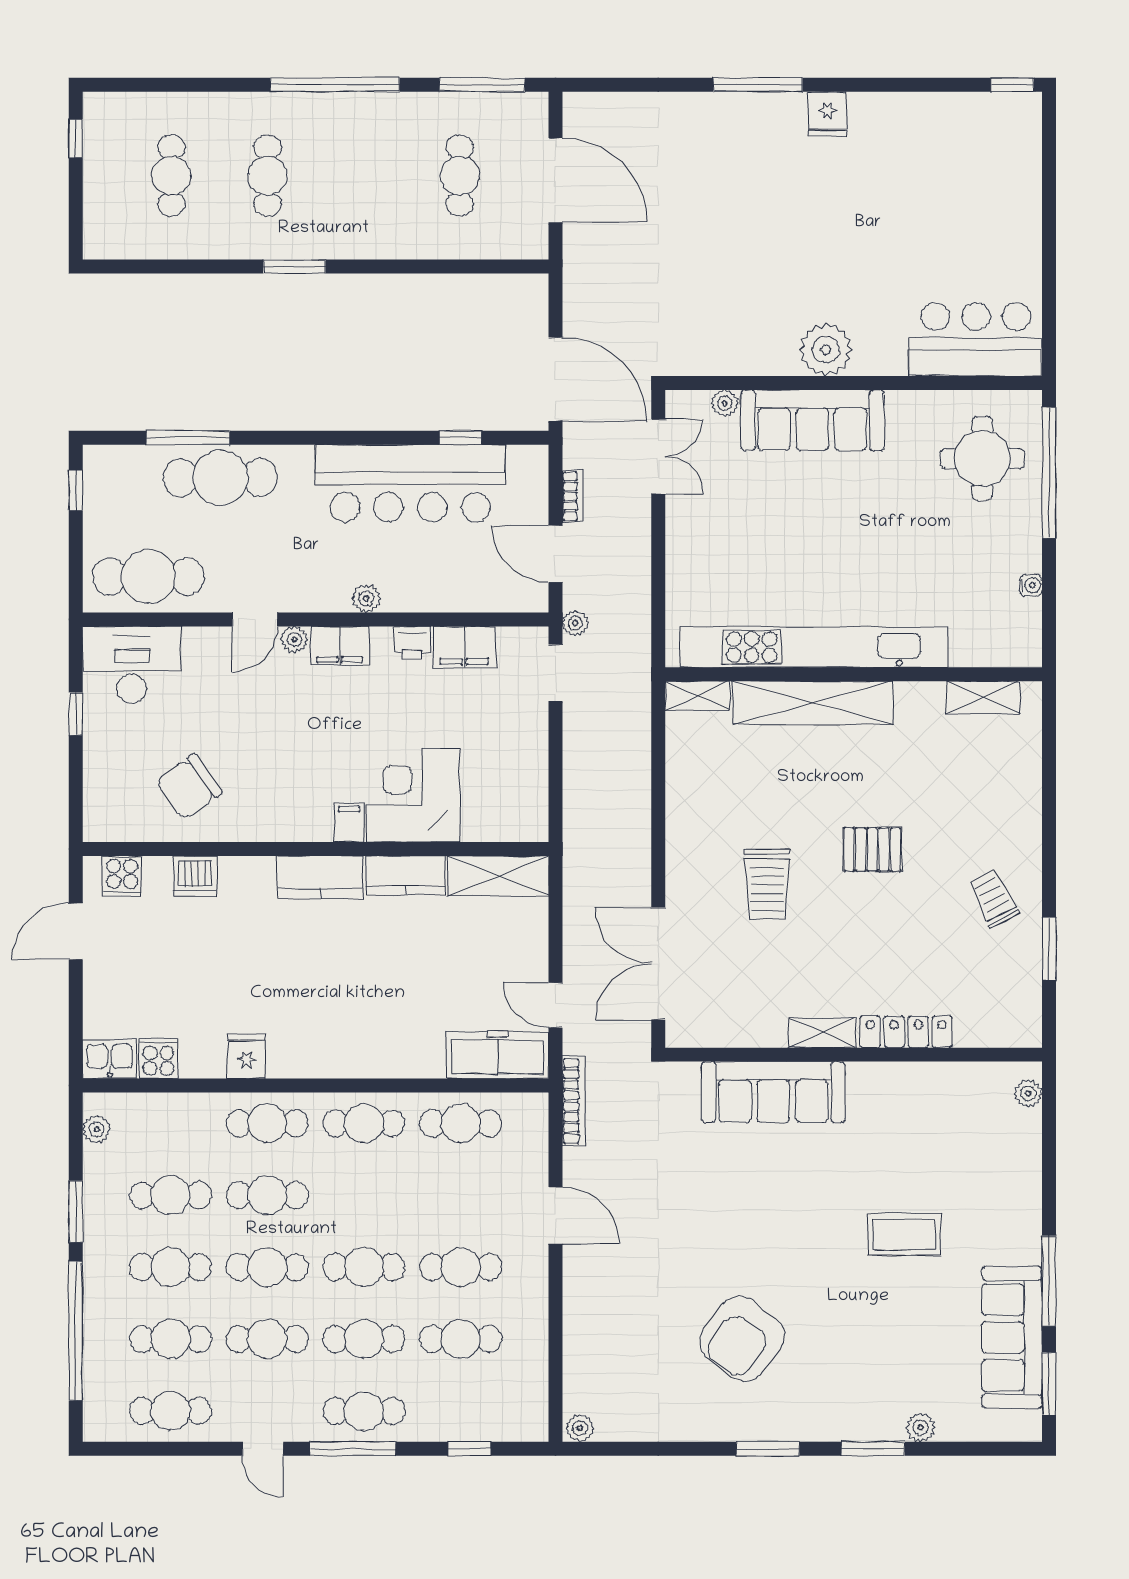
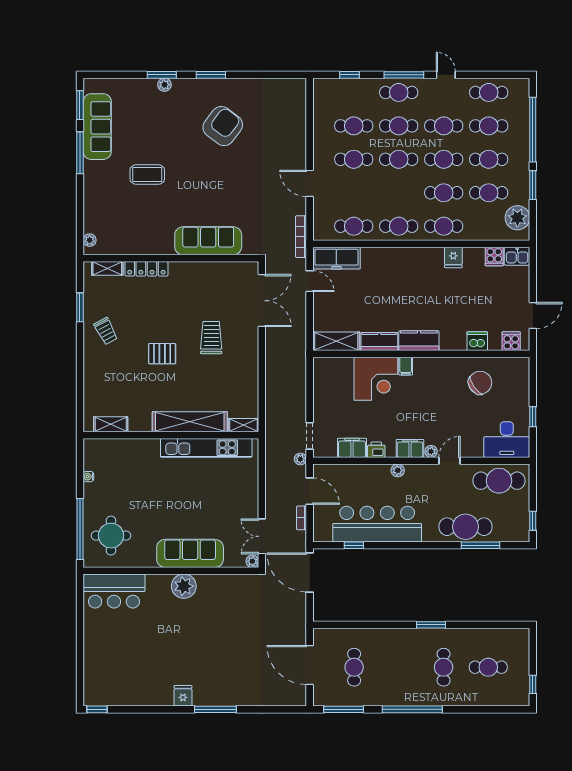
cafe table: (171, 176) -> (488, 667), turned 90
plant: (725, 403) -> (252, 561), moved
kitchen unit: (813, 647) -> (206, 448), width x0.73
shelving: (822, 1033) -> (107, 268), moved
plant: (96, 1129) -> (517, 218), width x1.88, depth x1.88
plant: (921, 1427) -> (164, 85), moved
plant: (580, 1428) -> (298, 84), removed

